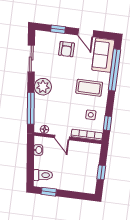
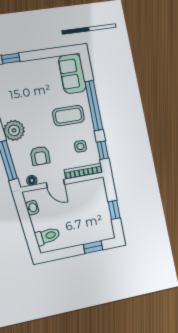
door: (86, 33) -> (44, 54), removed
armchair: (67, 49) -> (40, 156), moved
window: (114, 70) -> (94, 105), moved
window: (49, 192) -> (93, 247), moved

